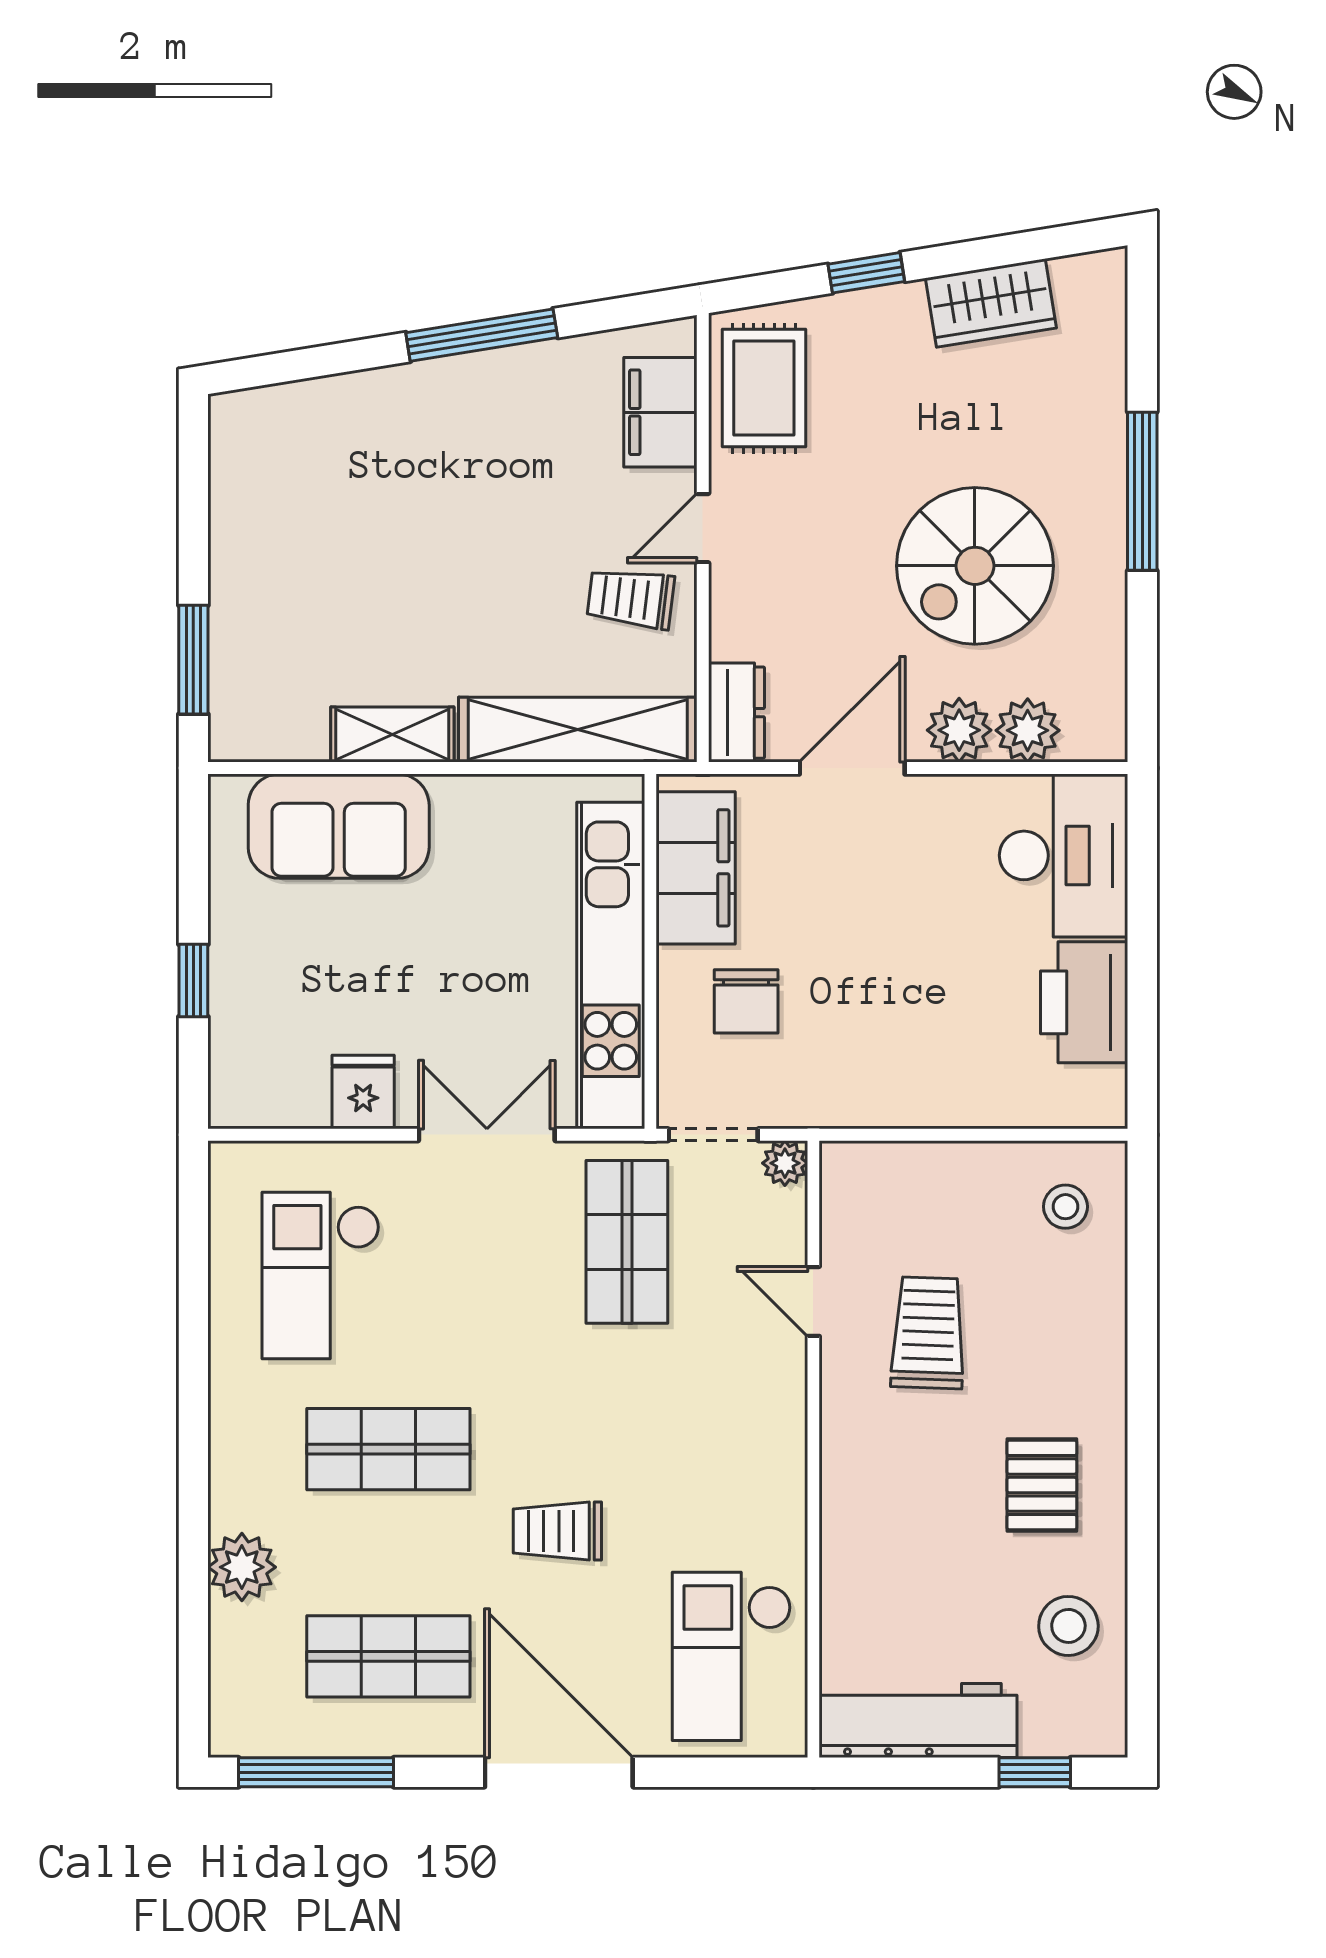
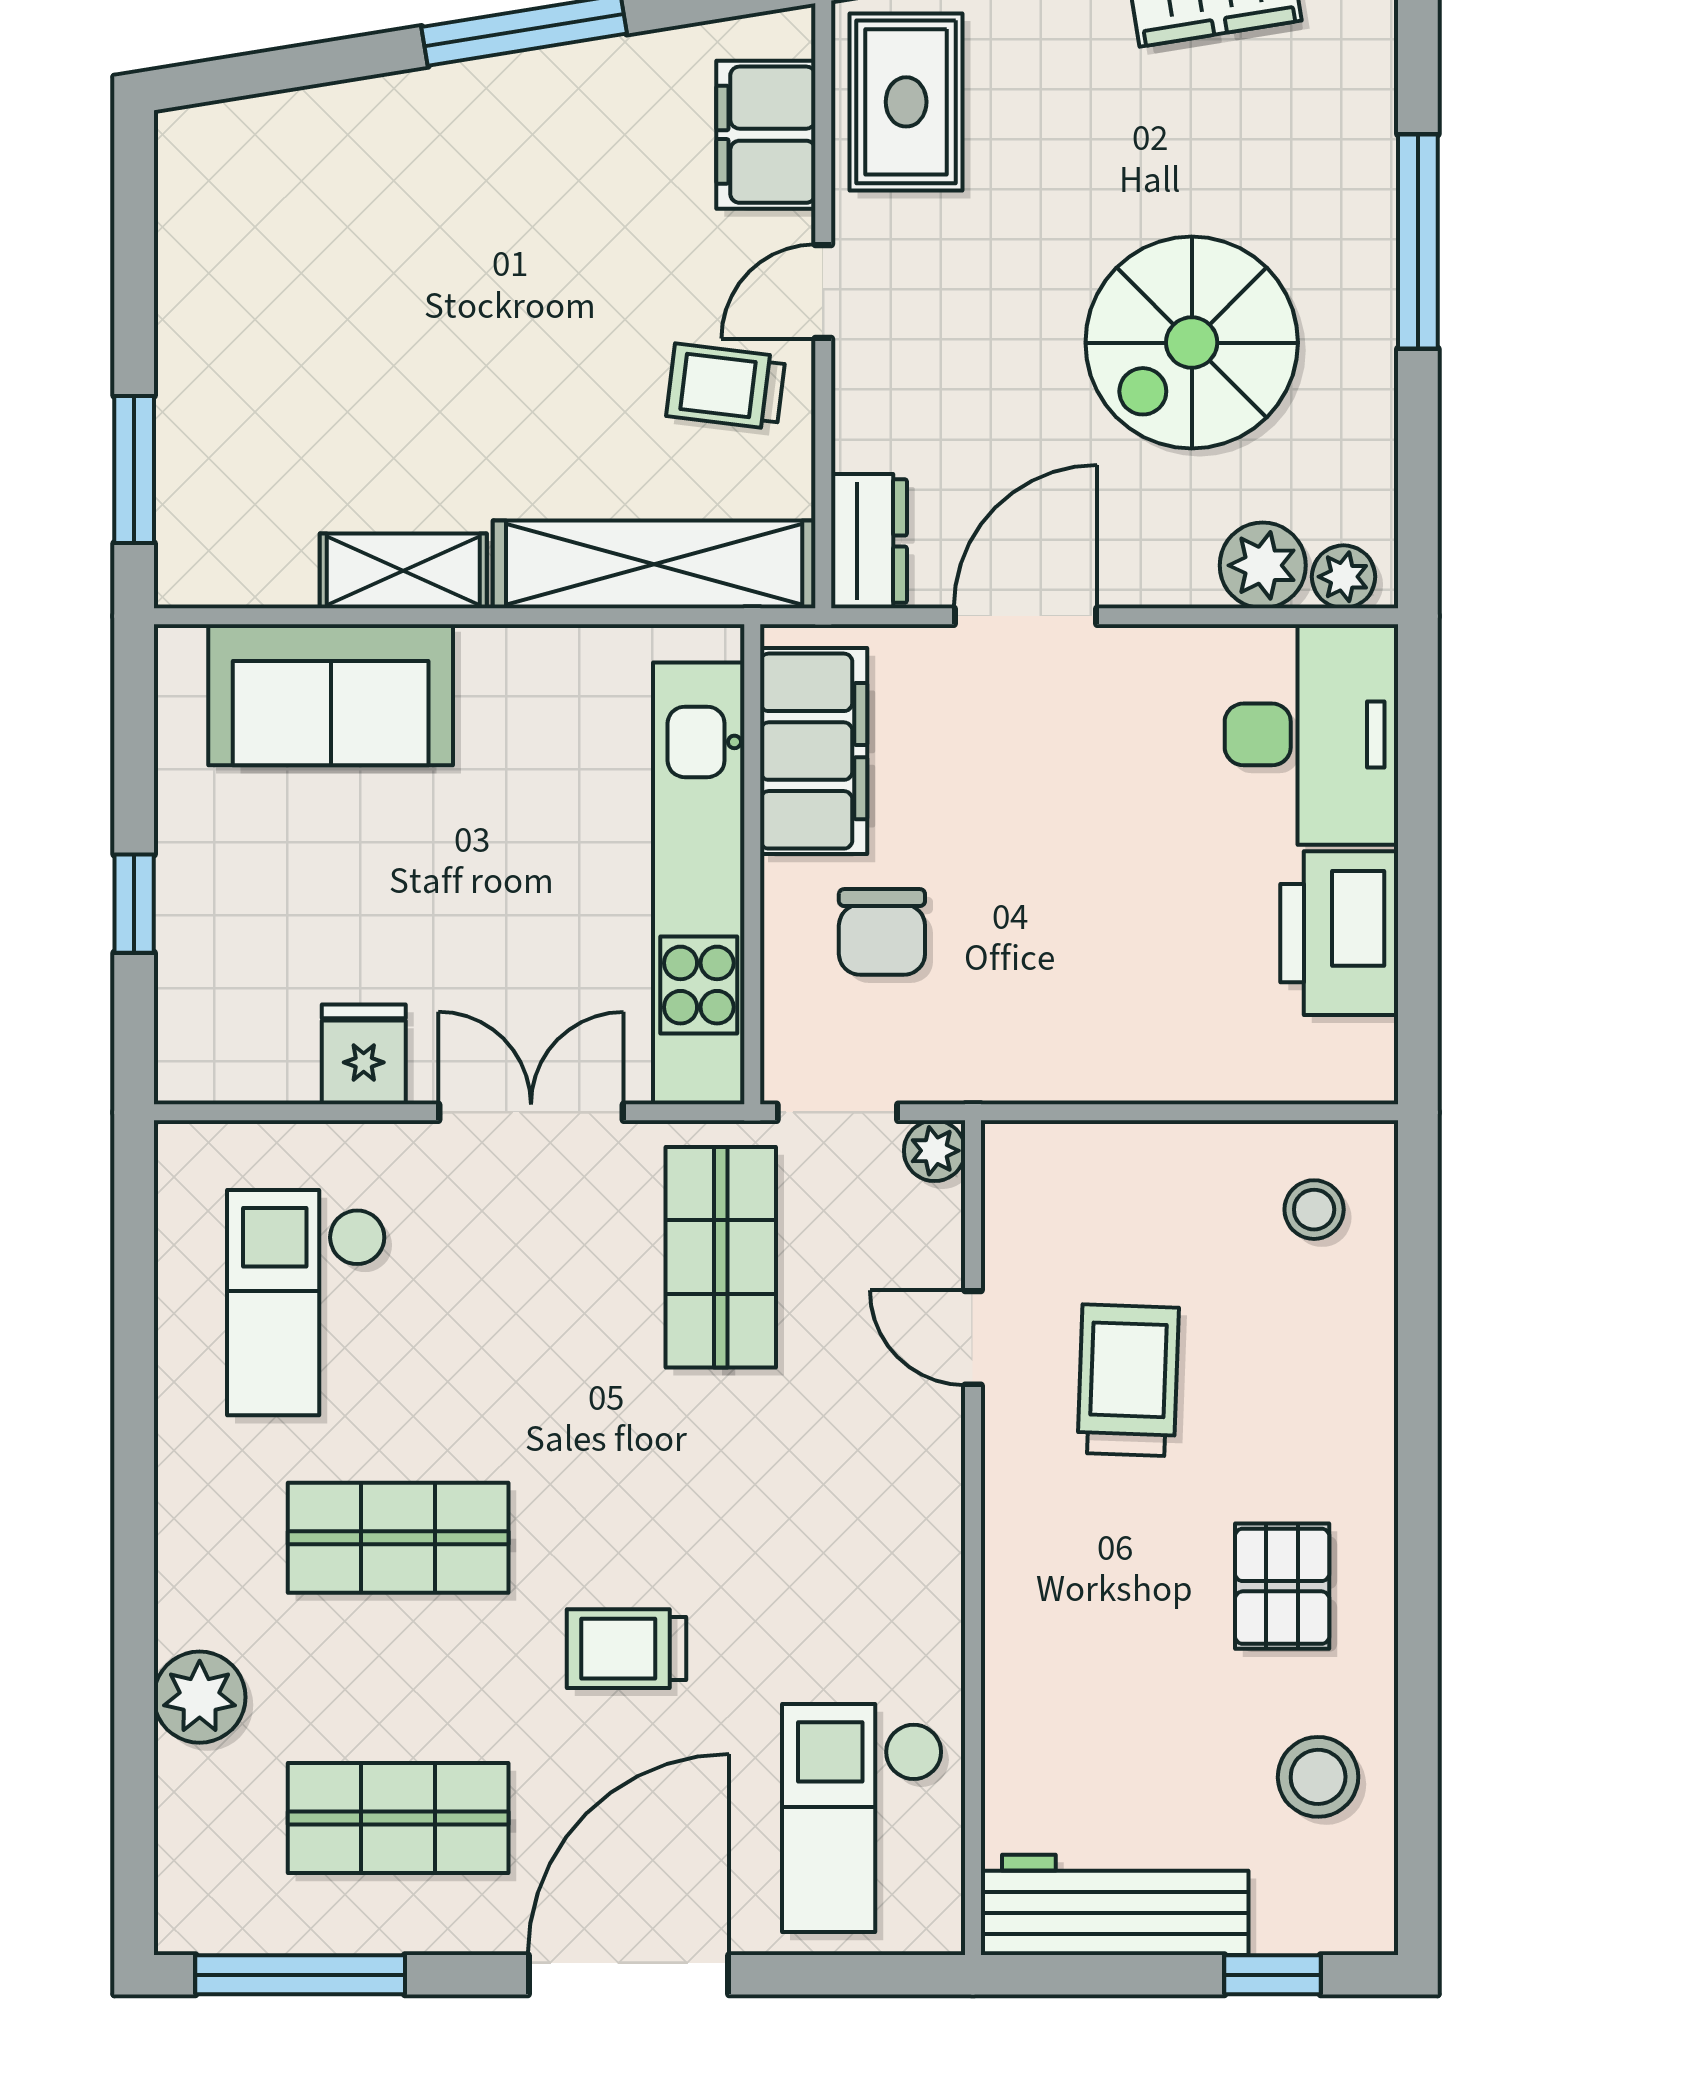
plant: (959, 730) -> (1344, 577), moved, width x0.73, depth x0.73
door: (559, 1772) -> (629, 1975), hinge flipped

